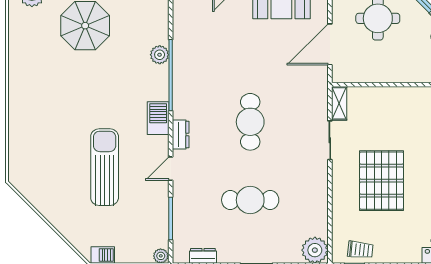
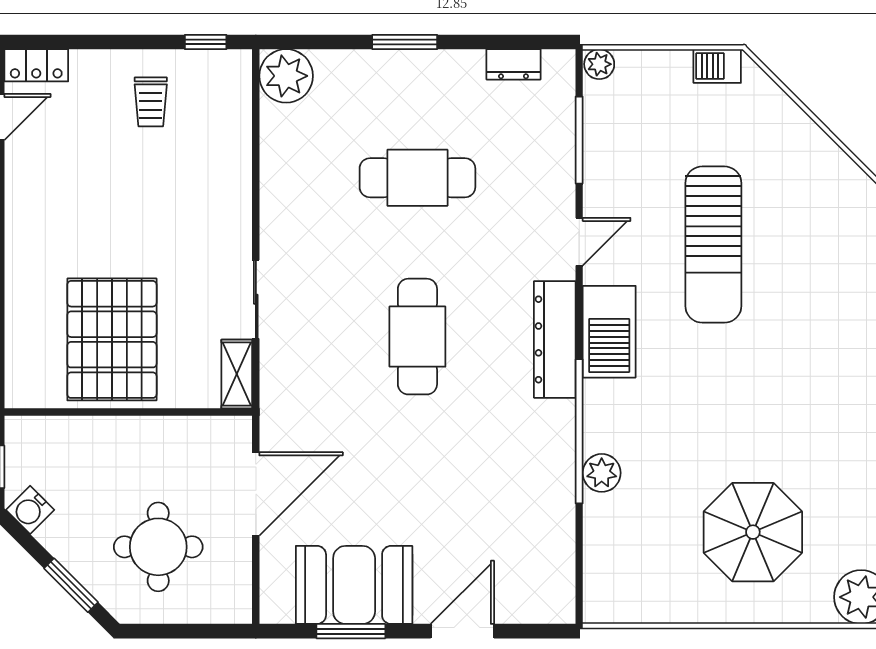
barbecue: (158, 118) -> (609, 332), width x1.37, depth x1.21
dresser: (181, 135) -> (555, 339), width x1.96, depth x1.24
pallet: (382, 181) -> (112, 339), moved
trolley: (360, 250) -> (151, 102), moved, turned -96

